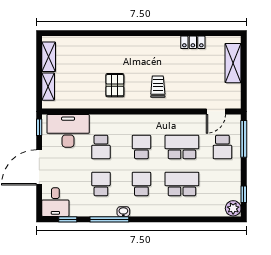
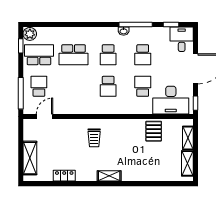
shelving: (140, 42) -> (109, 176), added
pallet: (115, 85) -> (154, 131), moved
school desk: (182, 147) -> (39, 55), moved, turned 180

